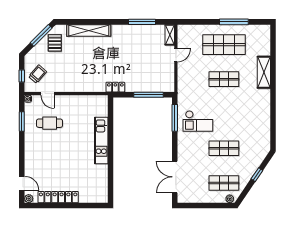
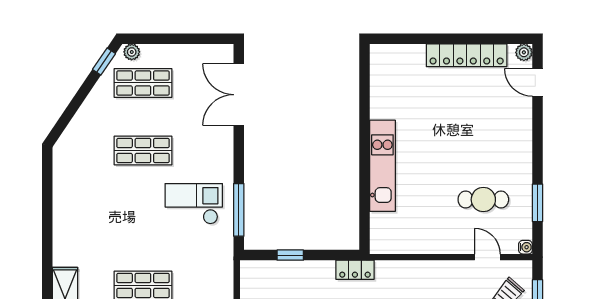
window: (148, 95) -> (290, 255), width x0.46
window: (257, 175) -> (104, 62), moved
double door: (175, 177) -> (239, 95), swing flipped

